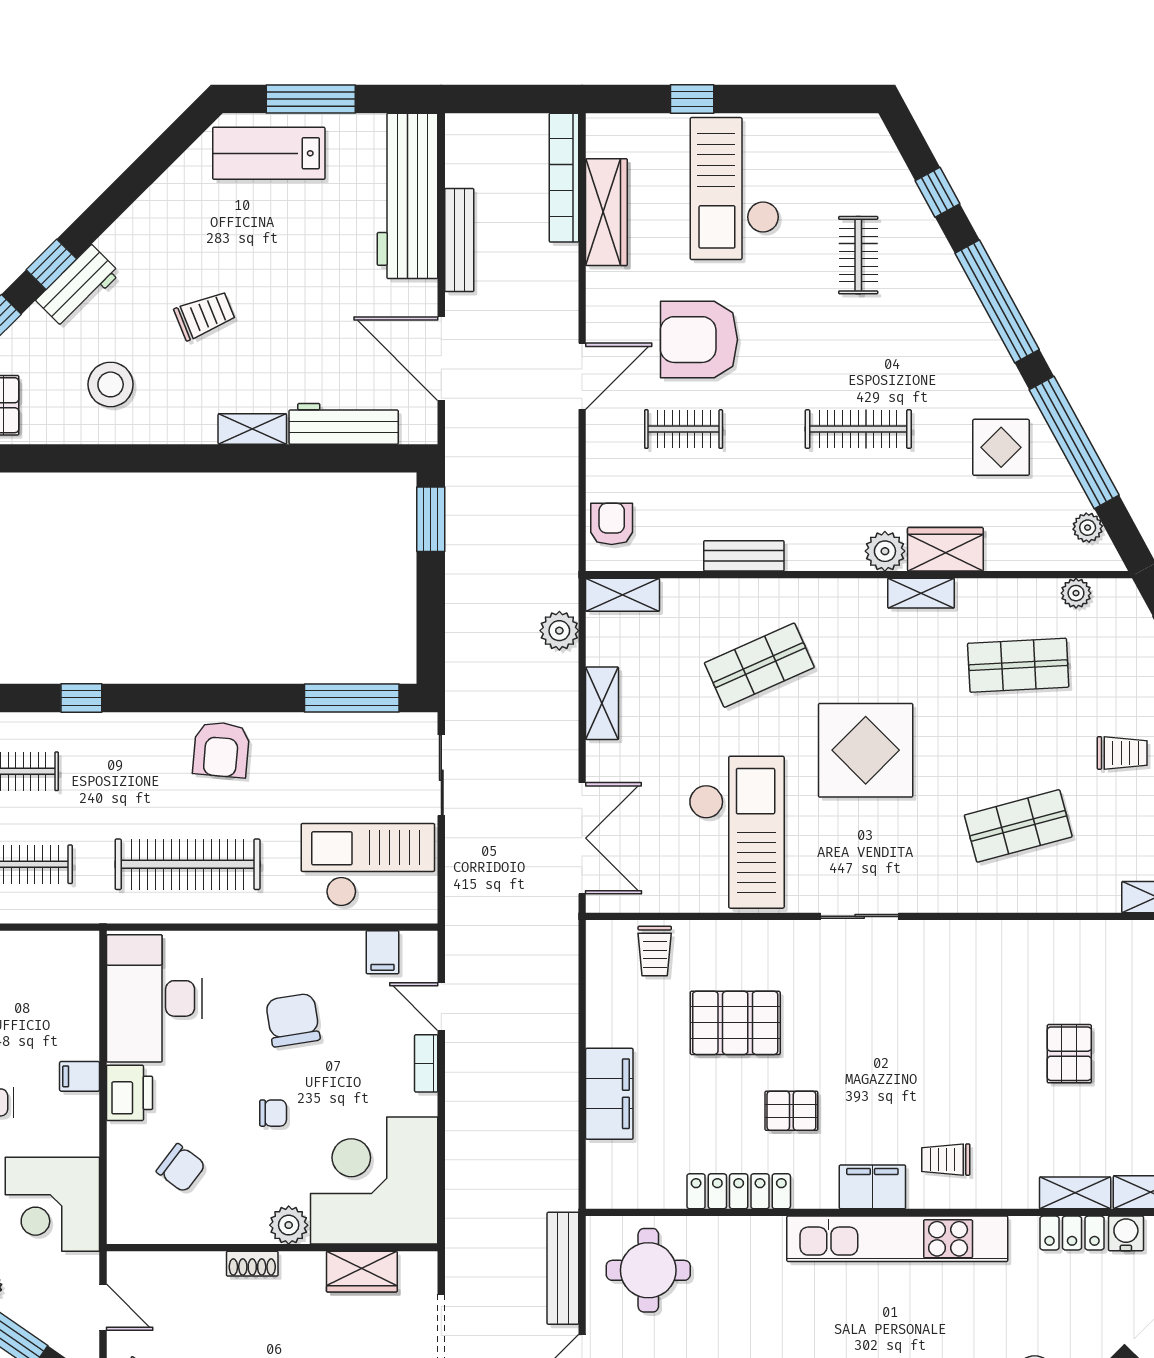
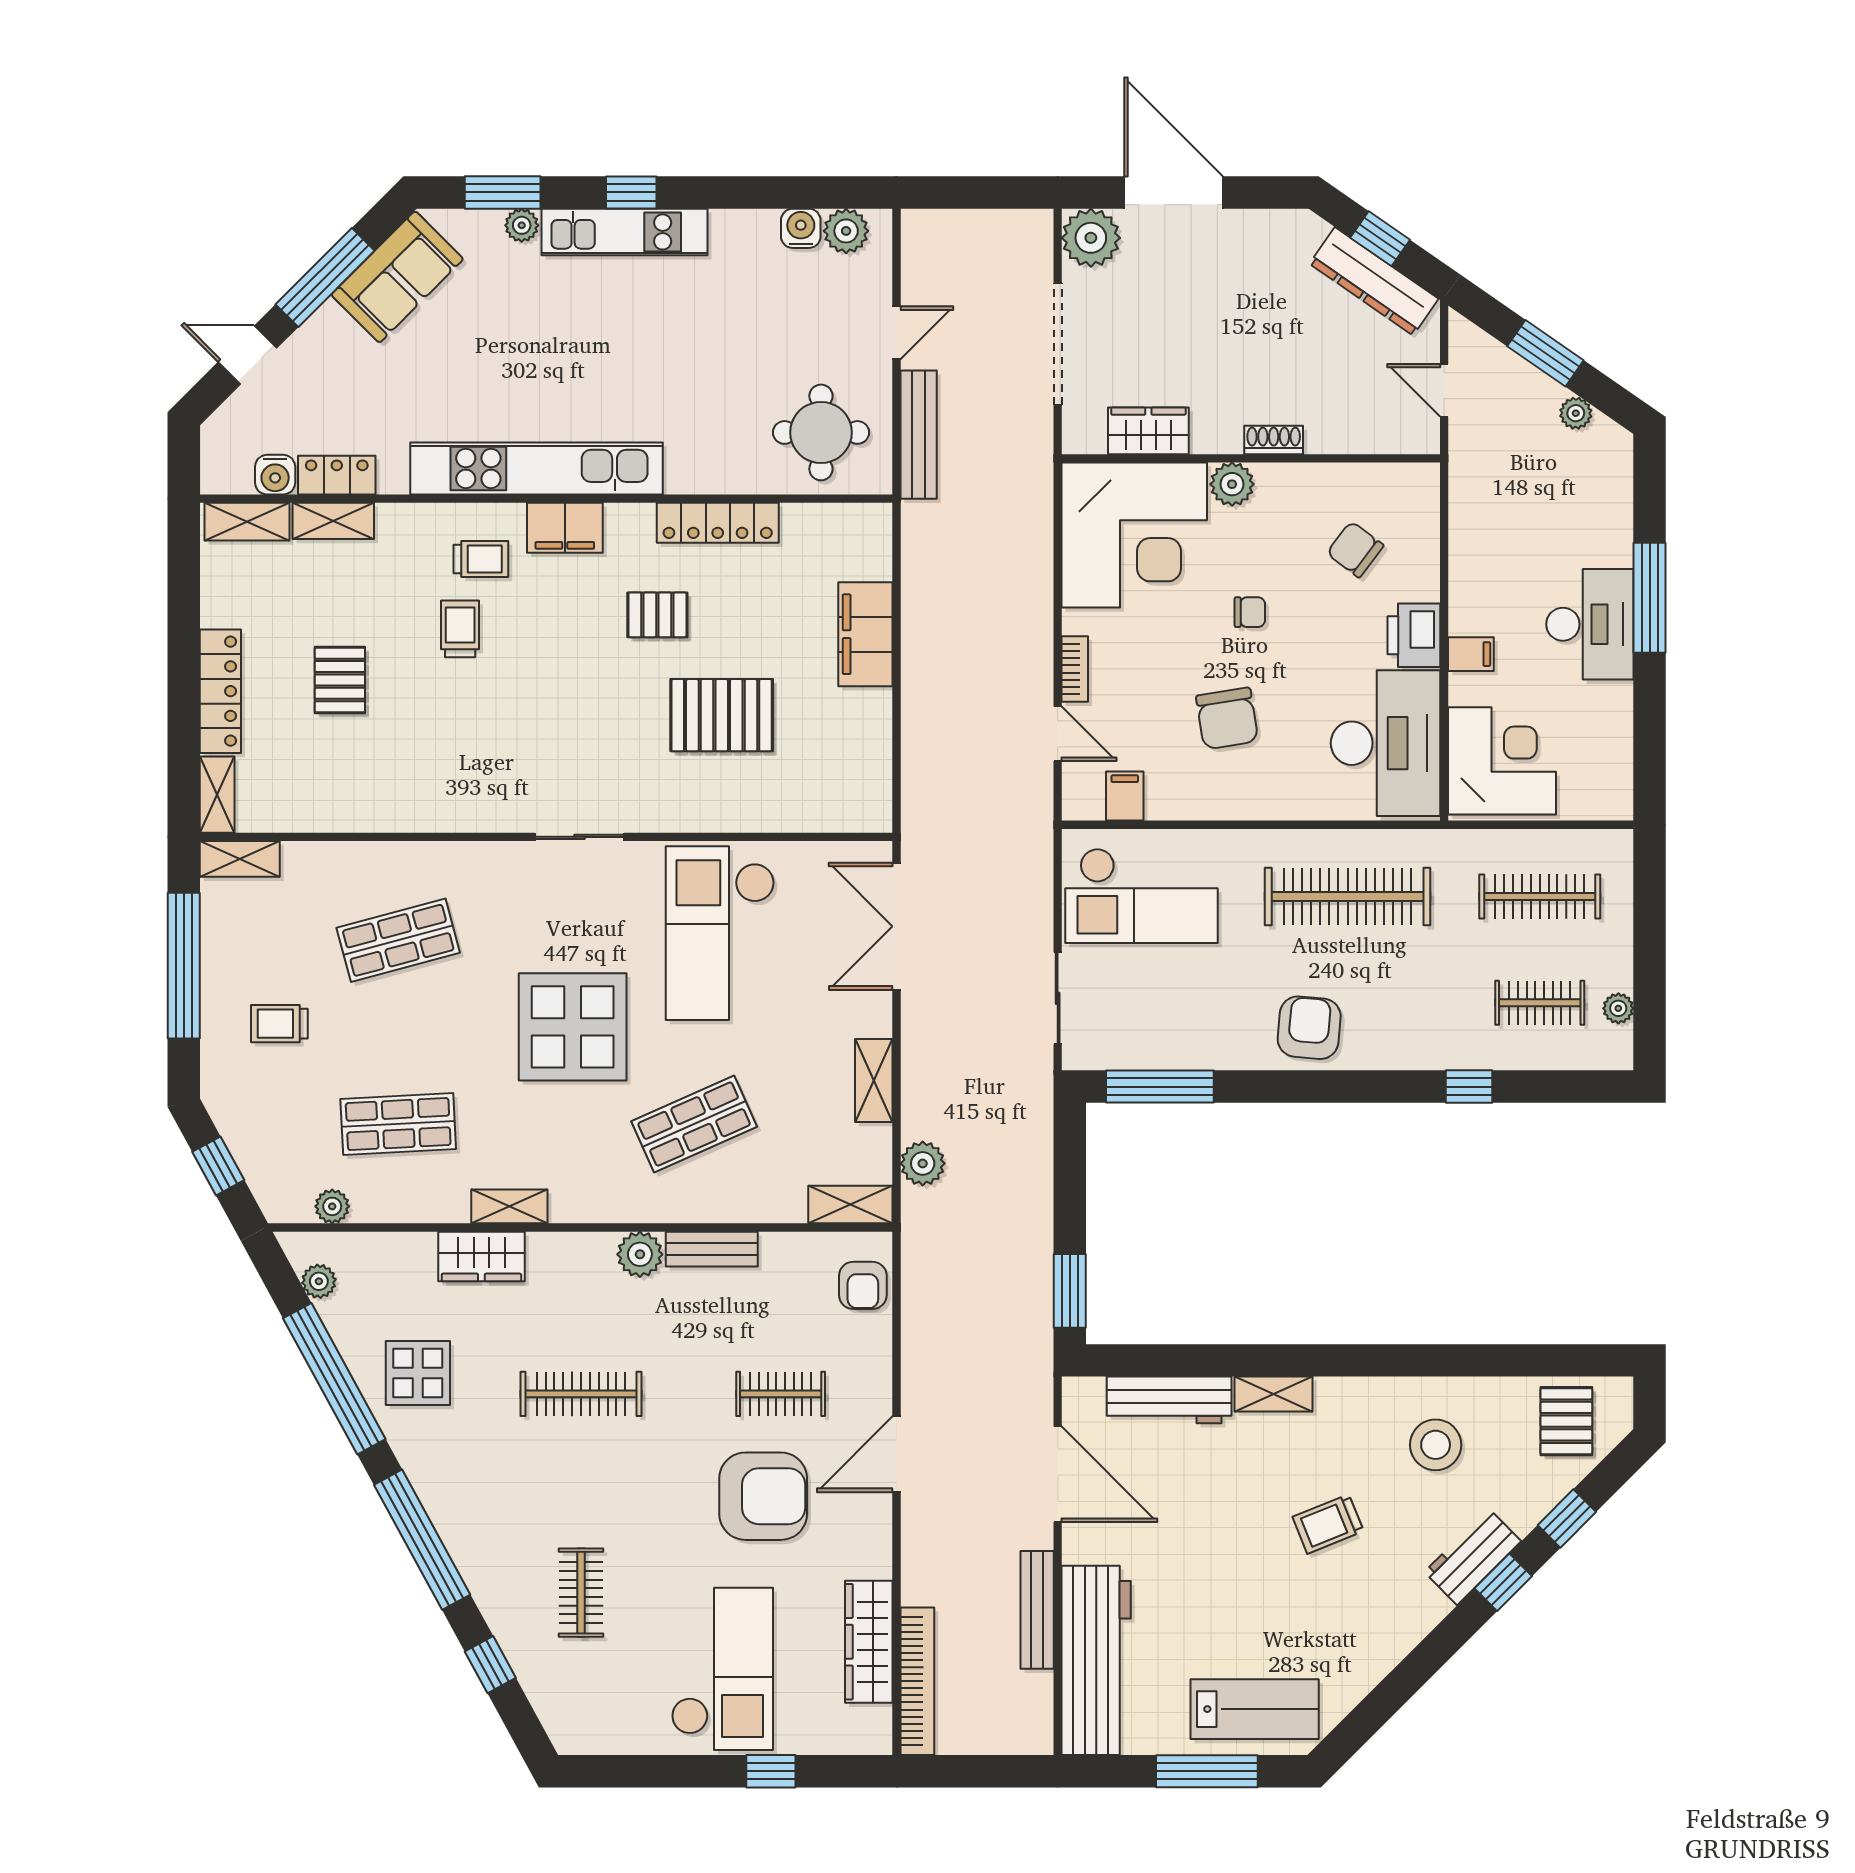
plant: (885, 551) -> (640, 1254), moved
trolley: (655, 951) -> (460, 629), moved
chair: (273, 1113) -> (1250, 612), turned 180
corner desk: (52, 1204) -> (1502, 761), moved

